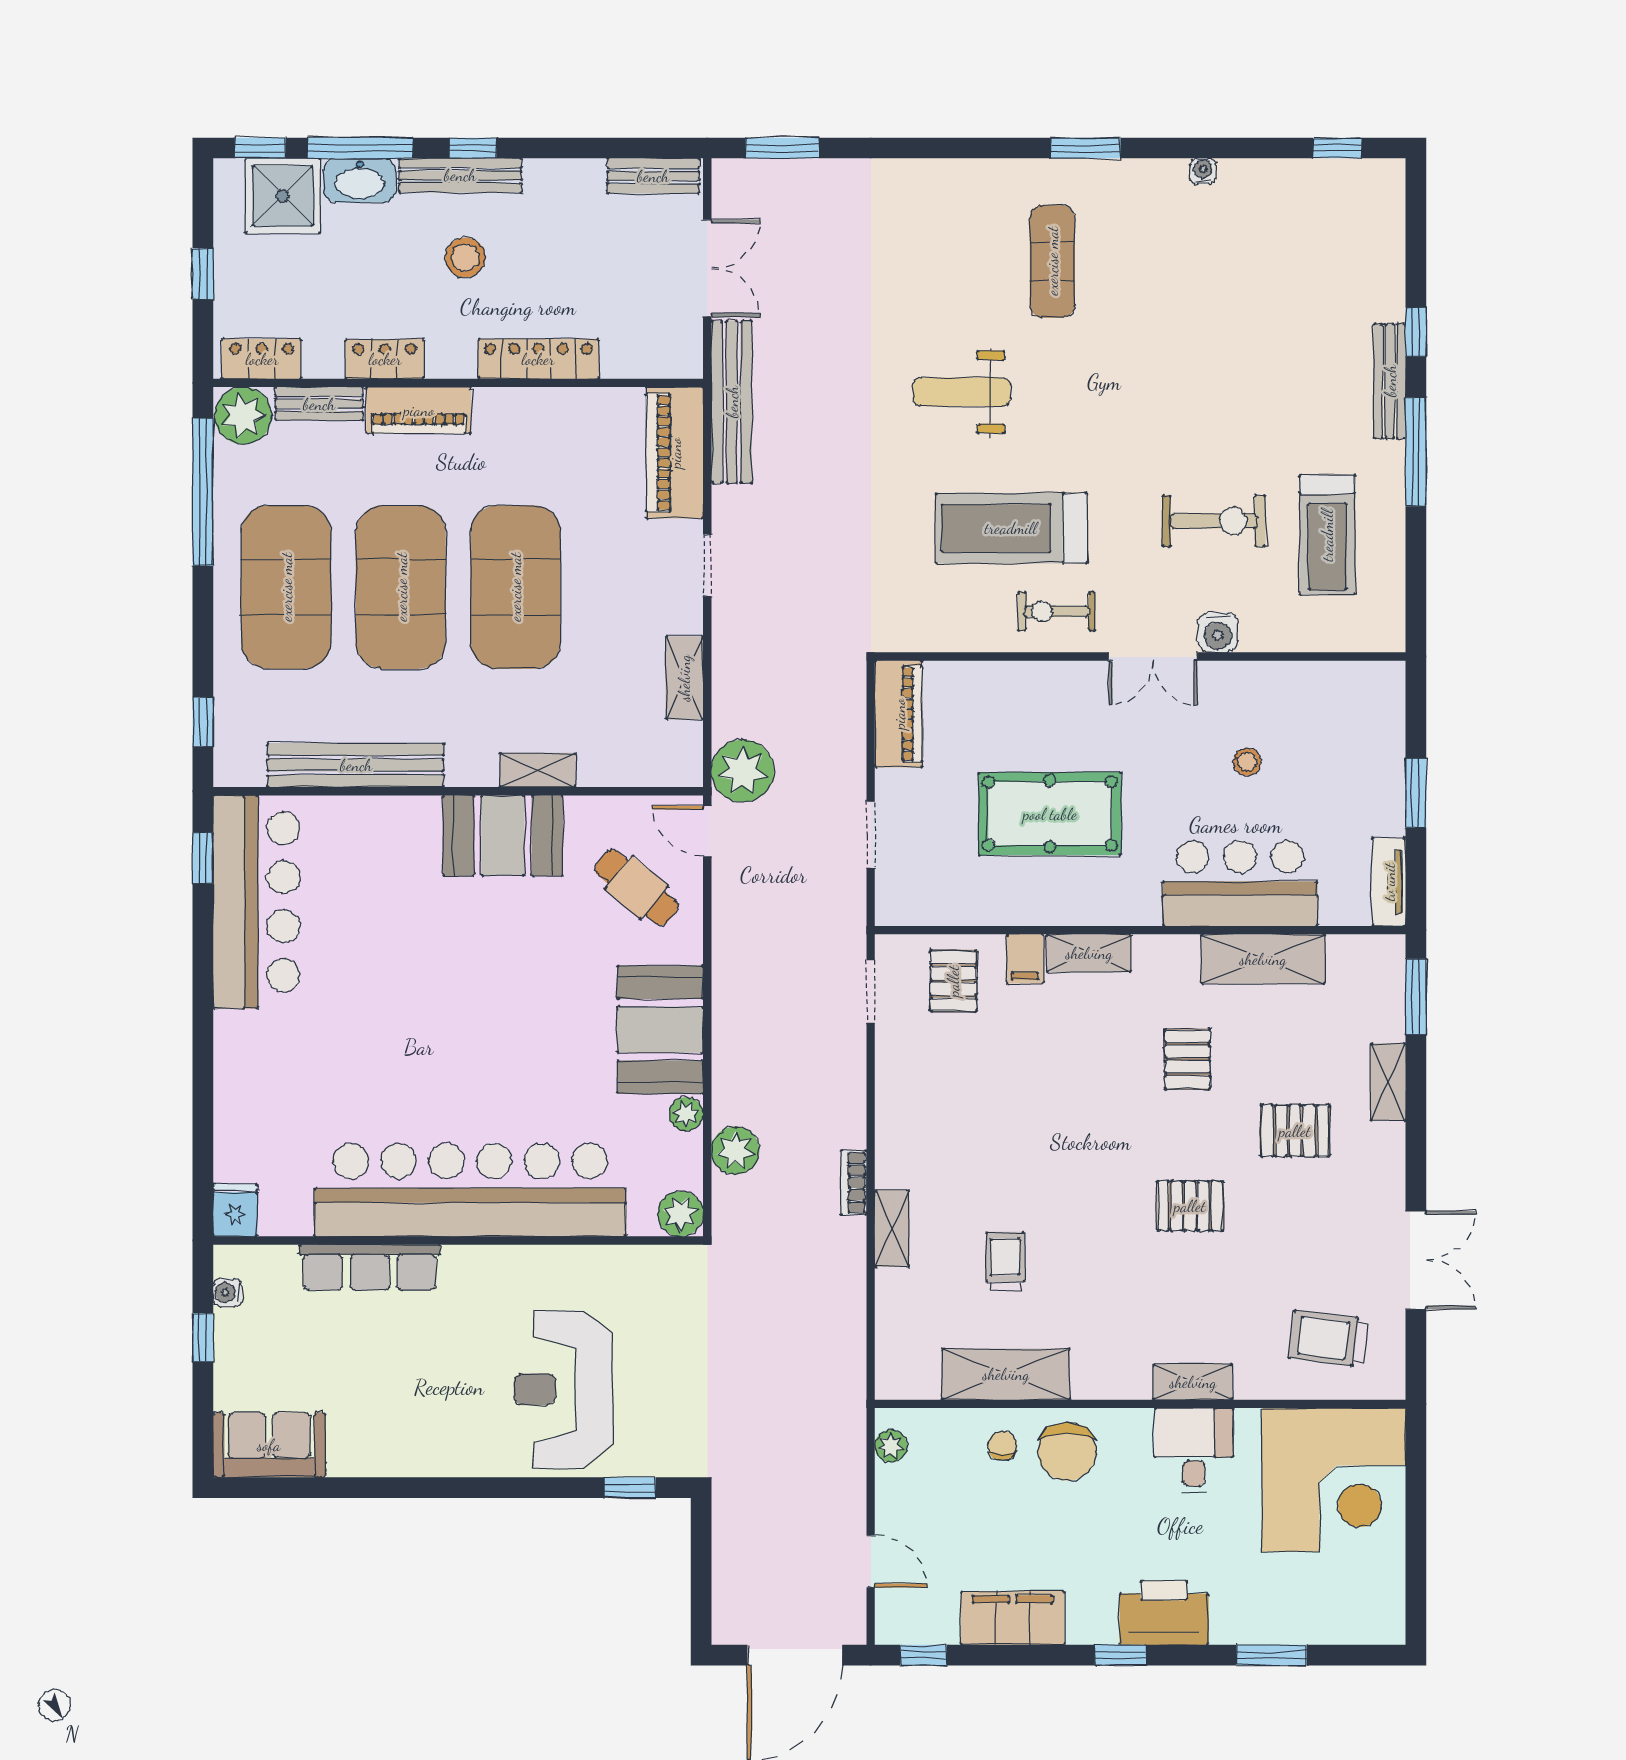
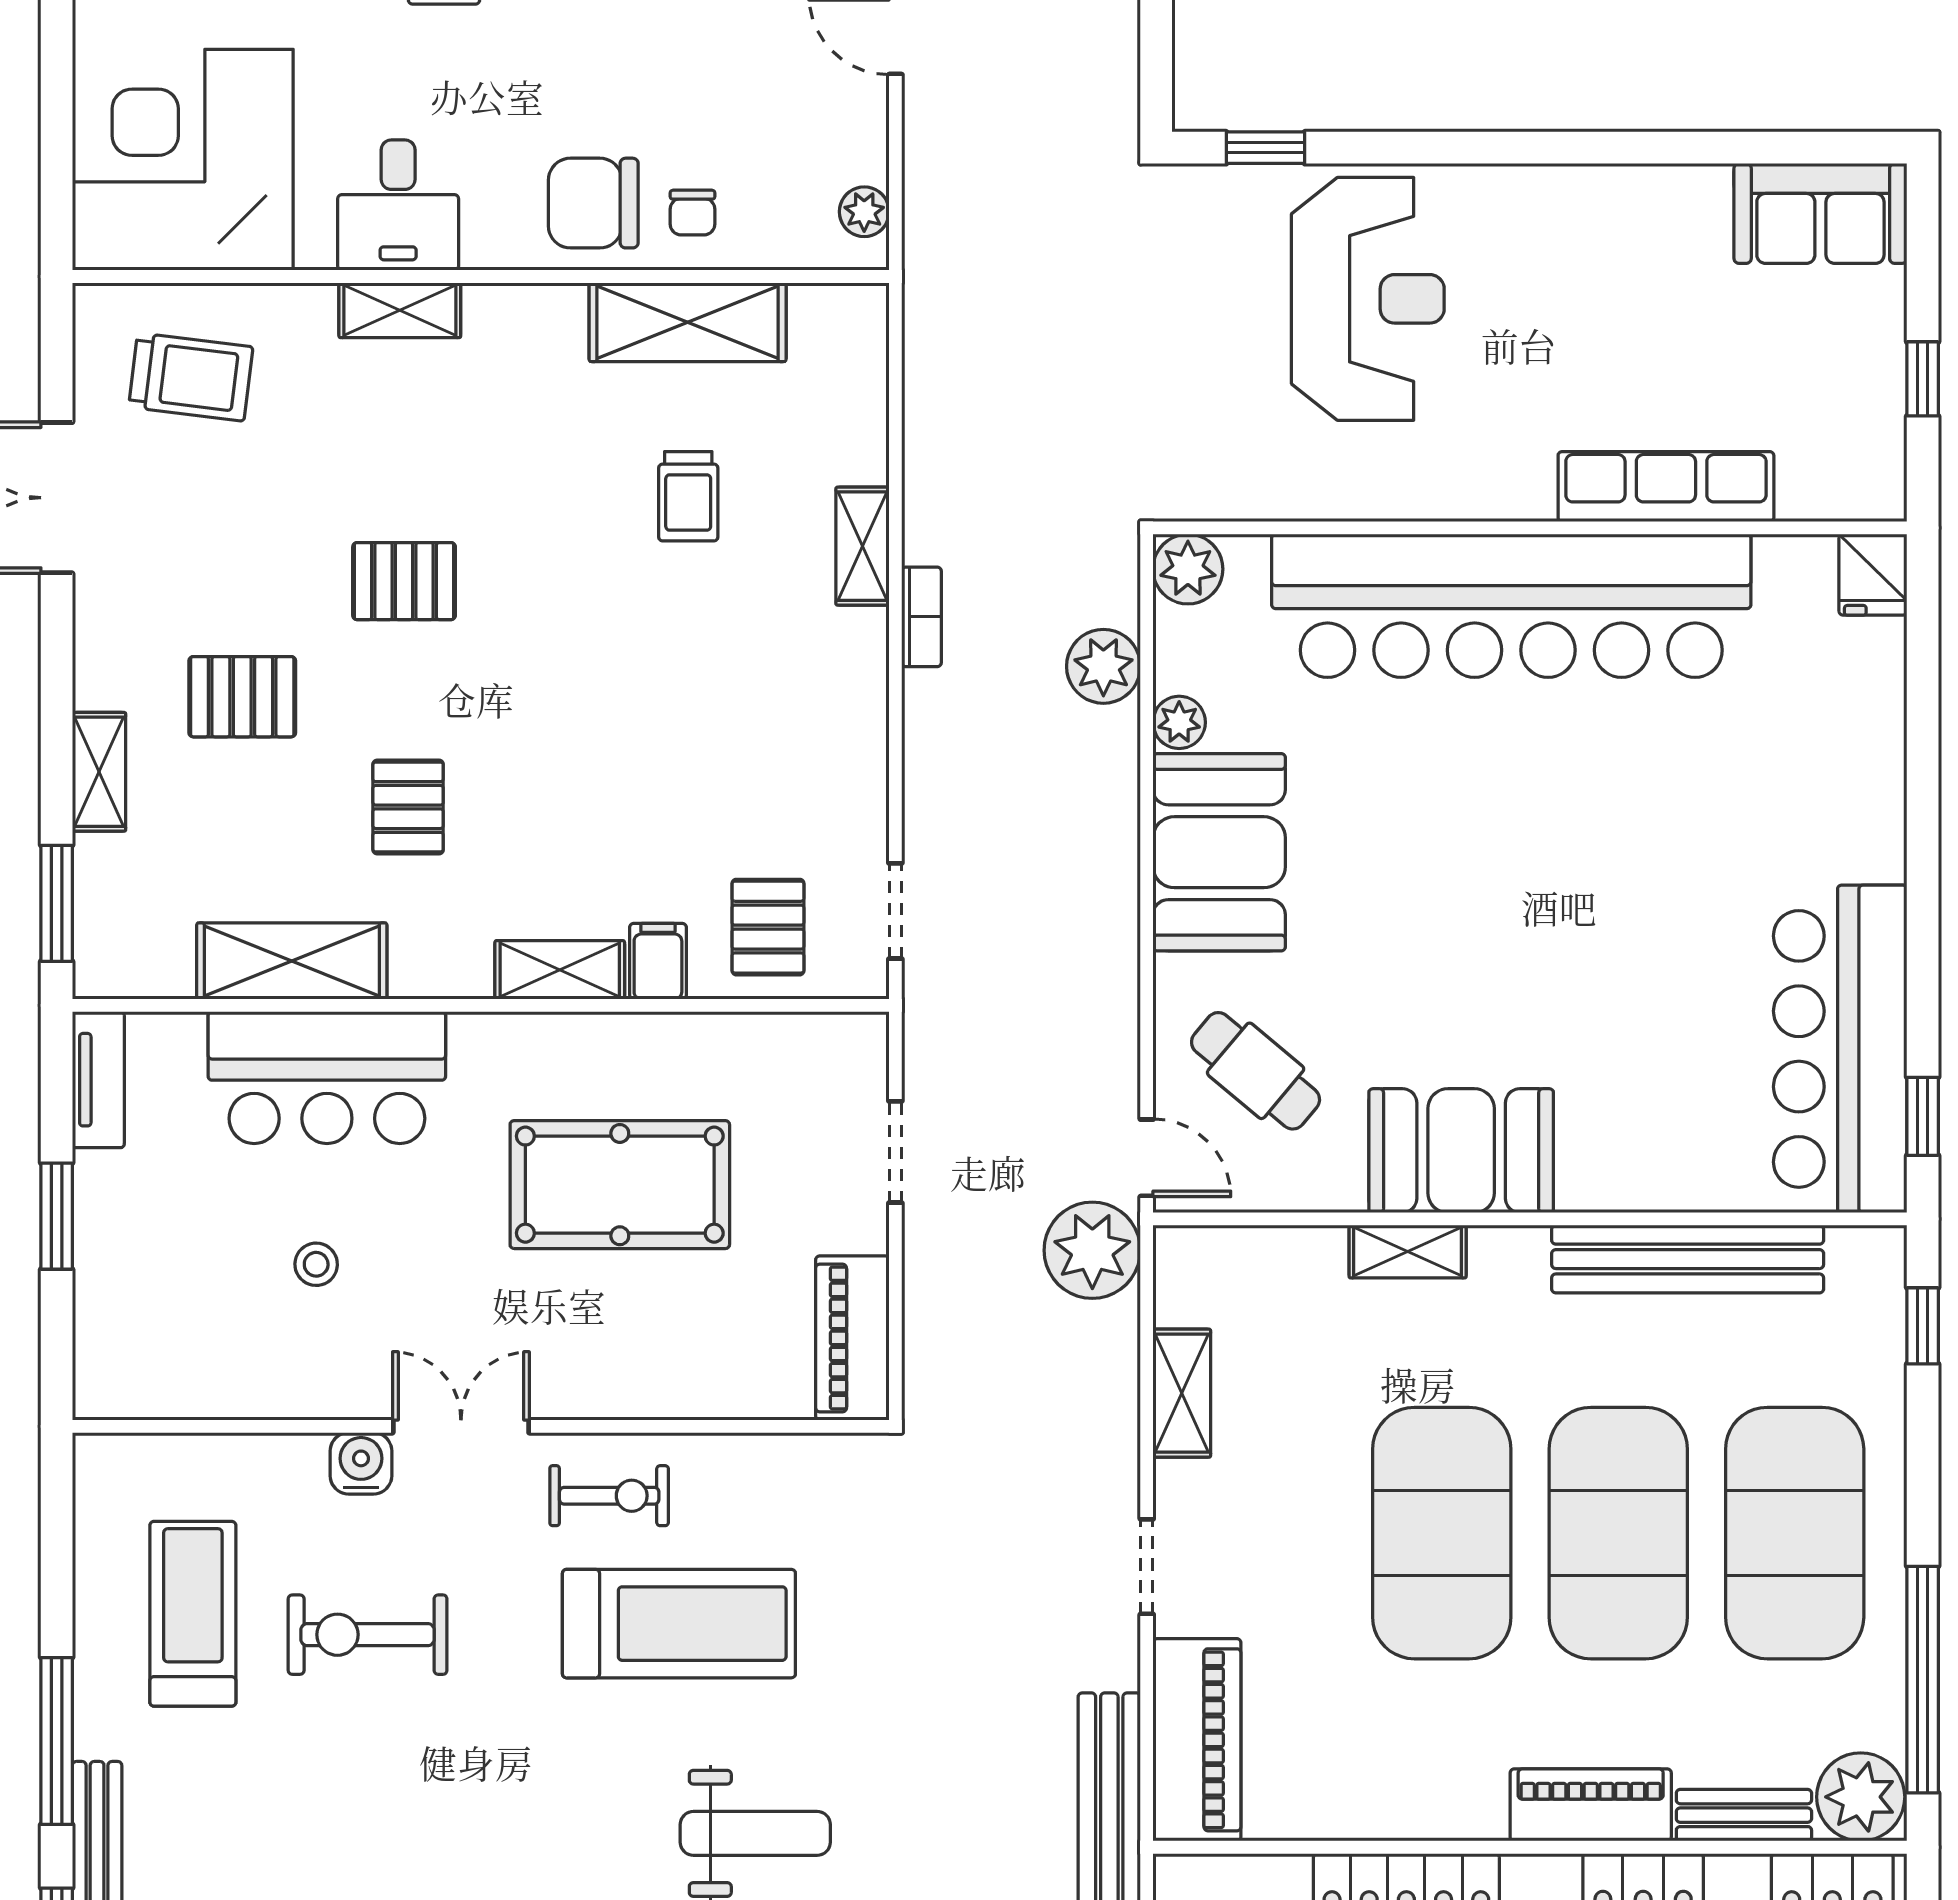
water cooler: (228, 1293) -> (1885, 448), removed
chair: (1067, 1452) -> (593, 203), turned -90

